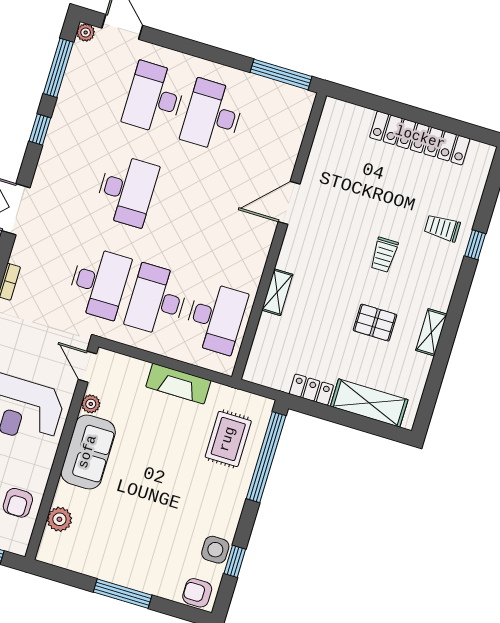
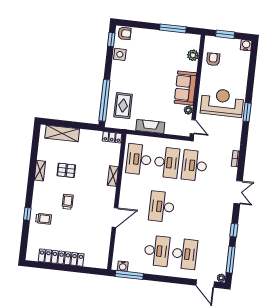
water cooler: (291, 96) -> (123, 266), added
desk: (127, 190) -> (162, 207), moved
locker: (311, 390) -> (112, 137), moved
window: (235, 561) -> (111, 40), moved
window: (123, 594) -> (173, 28), moved

